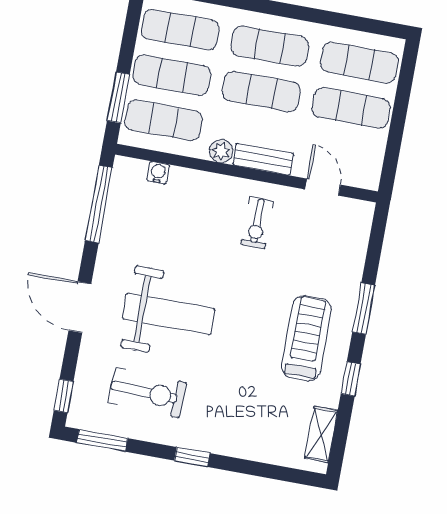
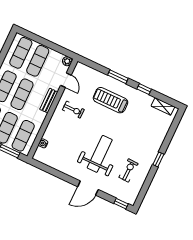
plant: (221, 151) -> (67, 61), moved
door: (323, 187) -> (66, 80), swing flipped
window: (99, 204) -> (49, 170), removed
treadmill: (306, 338) -> (110, 100), moved
exercise bike: (147, 393) -> (128, 170), width x0.73, depth x0.72
window: (102, 440) -> (143, 193), removed

